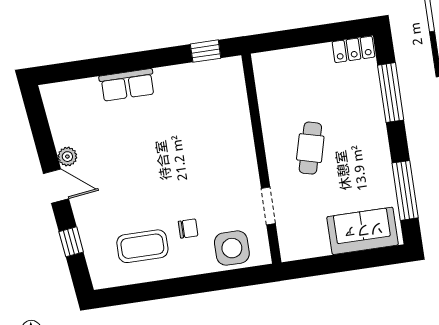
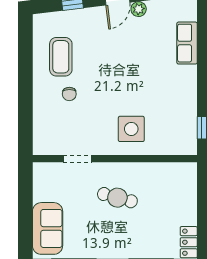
row of seats: (127, 85) -> (187, 43), moved
side table: (232, 248) -> (131, 129), moved

